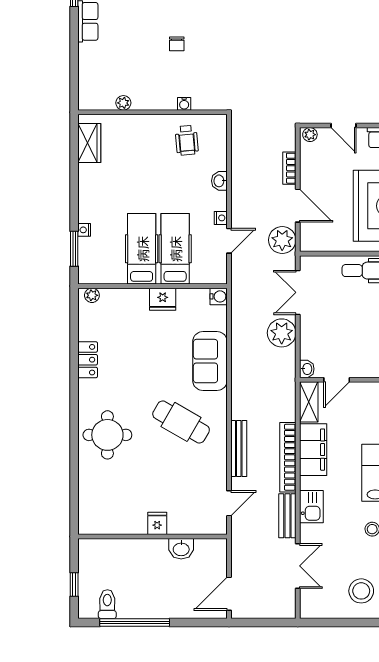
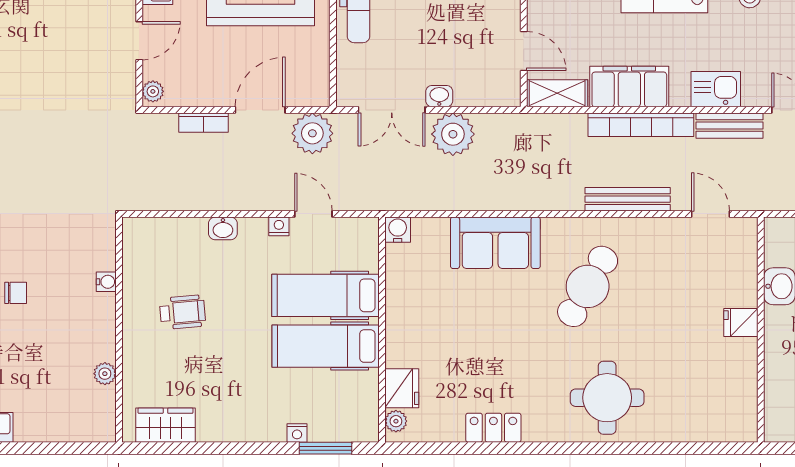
wheelchair: (187, 140) -> (182, 312), moved
fridge: (163, 299) -> (402, 388), moved
washbasin: (307, 369) -> (439, 96), moved

